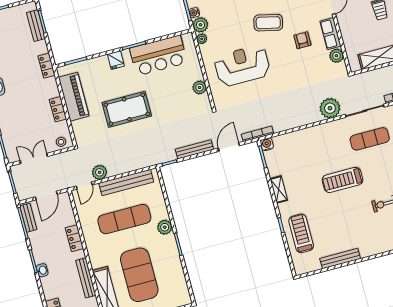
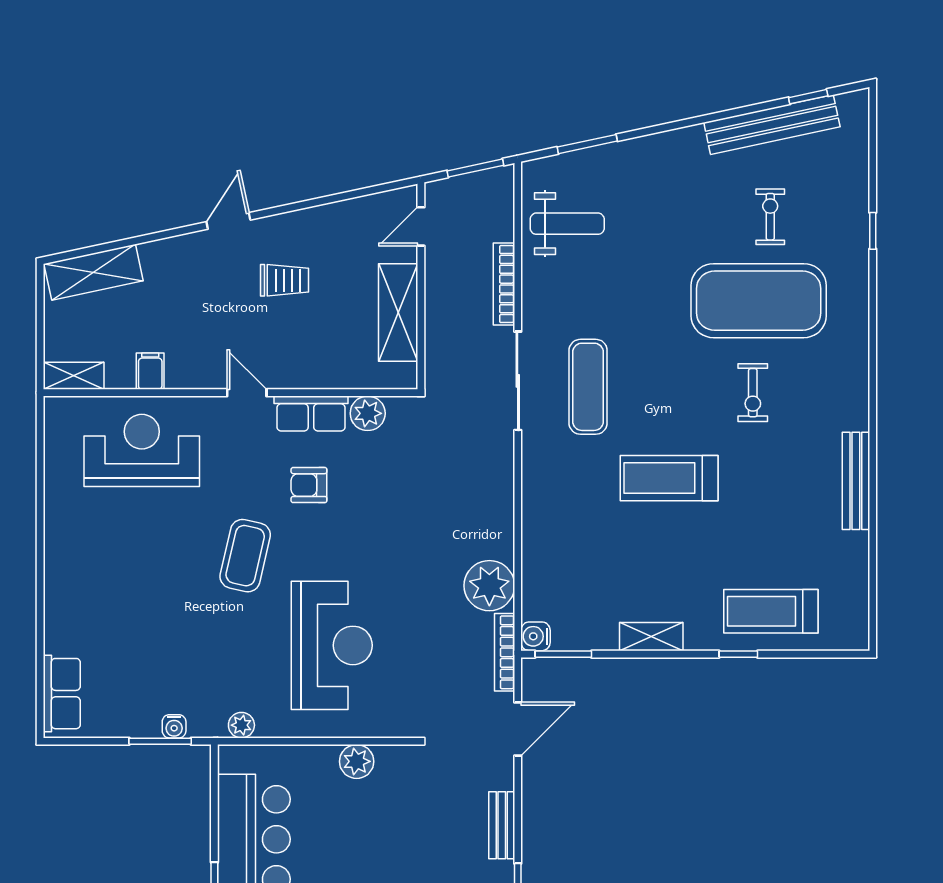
plant: (200, 25) -> (207, 719), removed
reception desk: (242, 66) -> (332, 645), turned 180
plant: (330, 108) -> (489, 586), moved
door: (229, 147) -> (518, 729), swing flipped
bench: (194, 149) -> (502, 825), width x0.73
treadmill: (342, 180) -> (669, 478), turned 90
bench: (340, 259) -> (856, 481), moved

